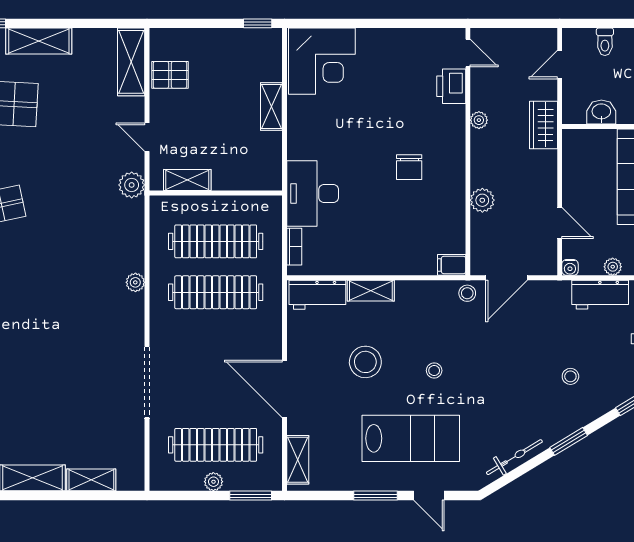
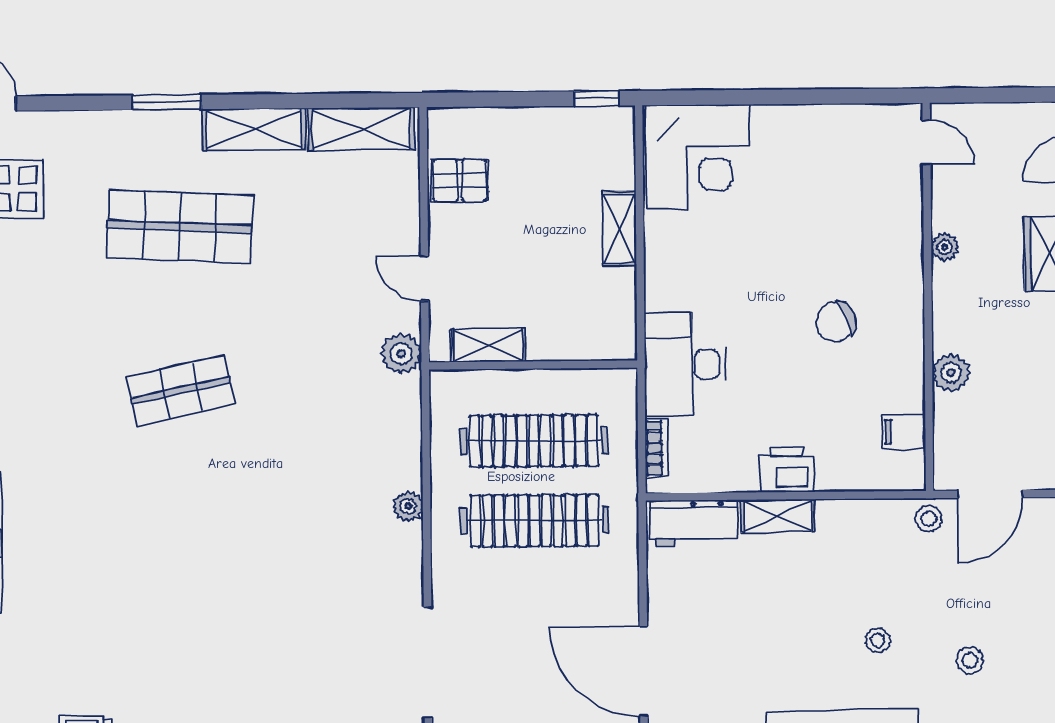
shelving: (131, 62) -> (361, 129), moved, turned 90
printer: (451, 86) -> (787, 470), moved, turned 90
chair: (409, 167) -> (836, 322), turned 69
filing cabinet: (452, 265) -> (903, 432), moved
stool: (365, 362) -> (970, 660), moved, width x0.53, depth x0.53

